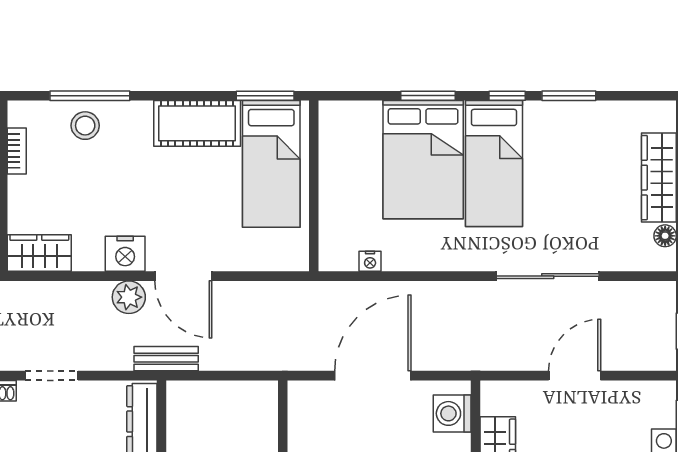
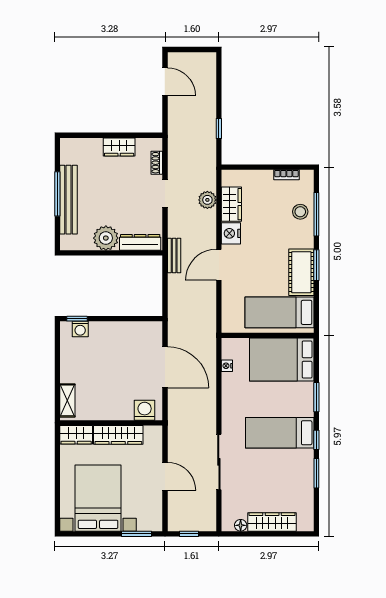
window: (265, 96) -> (316, 265), moved
bed: (423, 160) -> (282, 360), moved
wardrobe: (39, 253) -> (231, 204), moved
plant: (129, 297) -> (207, 200), moved

